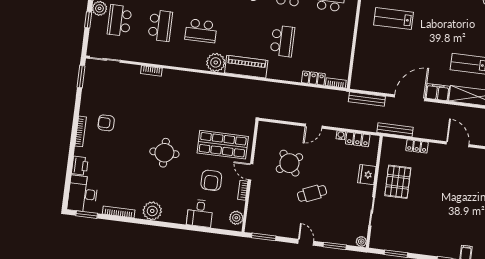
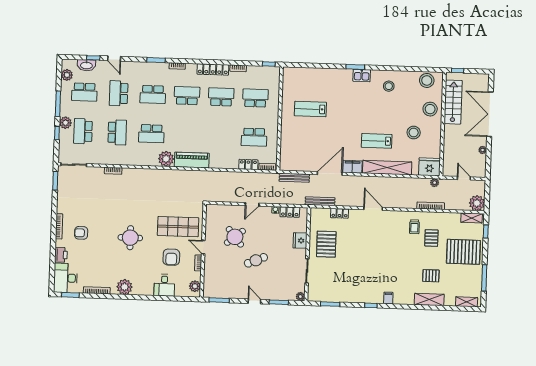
school desk: (282, 41) -> (254, 137), moved, turned 90
armchair: (106, 123) -> (81, 233), moved

